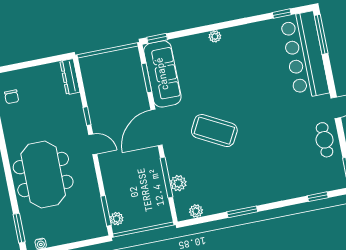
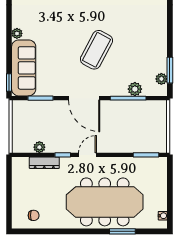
sofa: (162, 74) -> (24, 68), moved, turned 90
dresser: (70, 77) -> (44, 163), moved
meeting table: (43, 175) -> (105, 202), width x1.36
window: (242, 212) -> (170, 70), moved
plant: (117, 219) -> (39, 147), moved
window: (19, 228) -> (122, 231), moved

